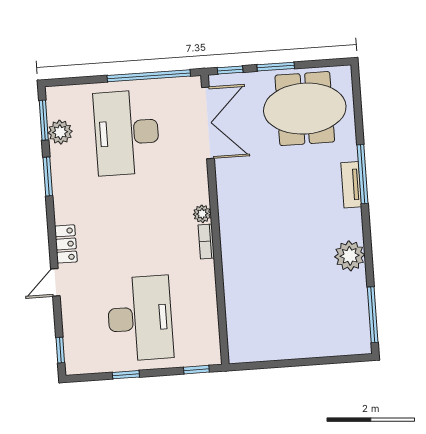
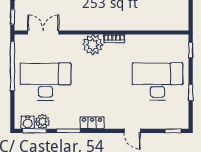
water cooler: (57, 108) -> (28, 122), added
double door: (208, 123) -> (43, 33), width x0.73
desk: (127, 133) -> (46, 82), turned 180
plant: (202, 214) -> (93, 45), width x1.87, depth x1.87
locker: (66, 244) -> (92, 123), moved

